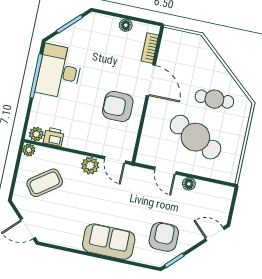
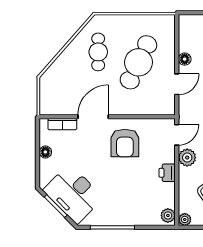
desk: (59, 72) -> (73, 194), moved, turned 45
printer: (54, 137) -> (167, 173), moved

